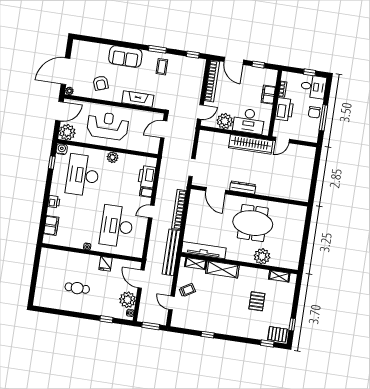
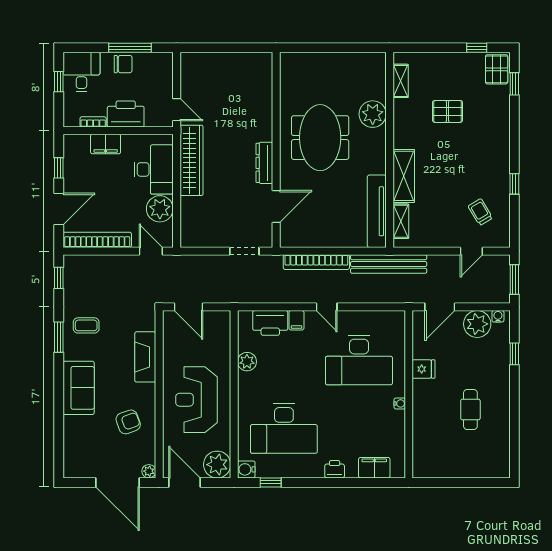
plant: (113, 157) -> (247, 362), moved
trolley: (187, 290) -> (480, 212), moved

